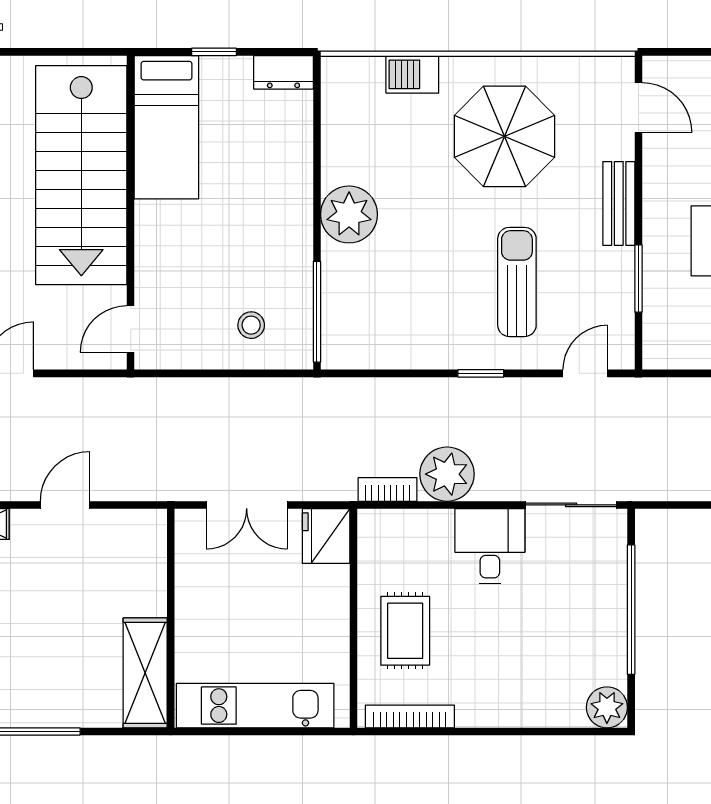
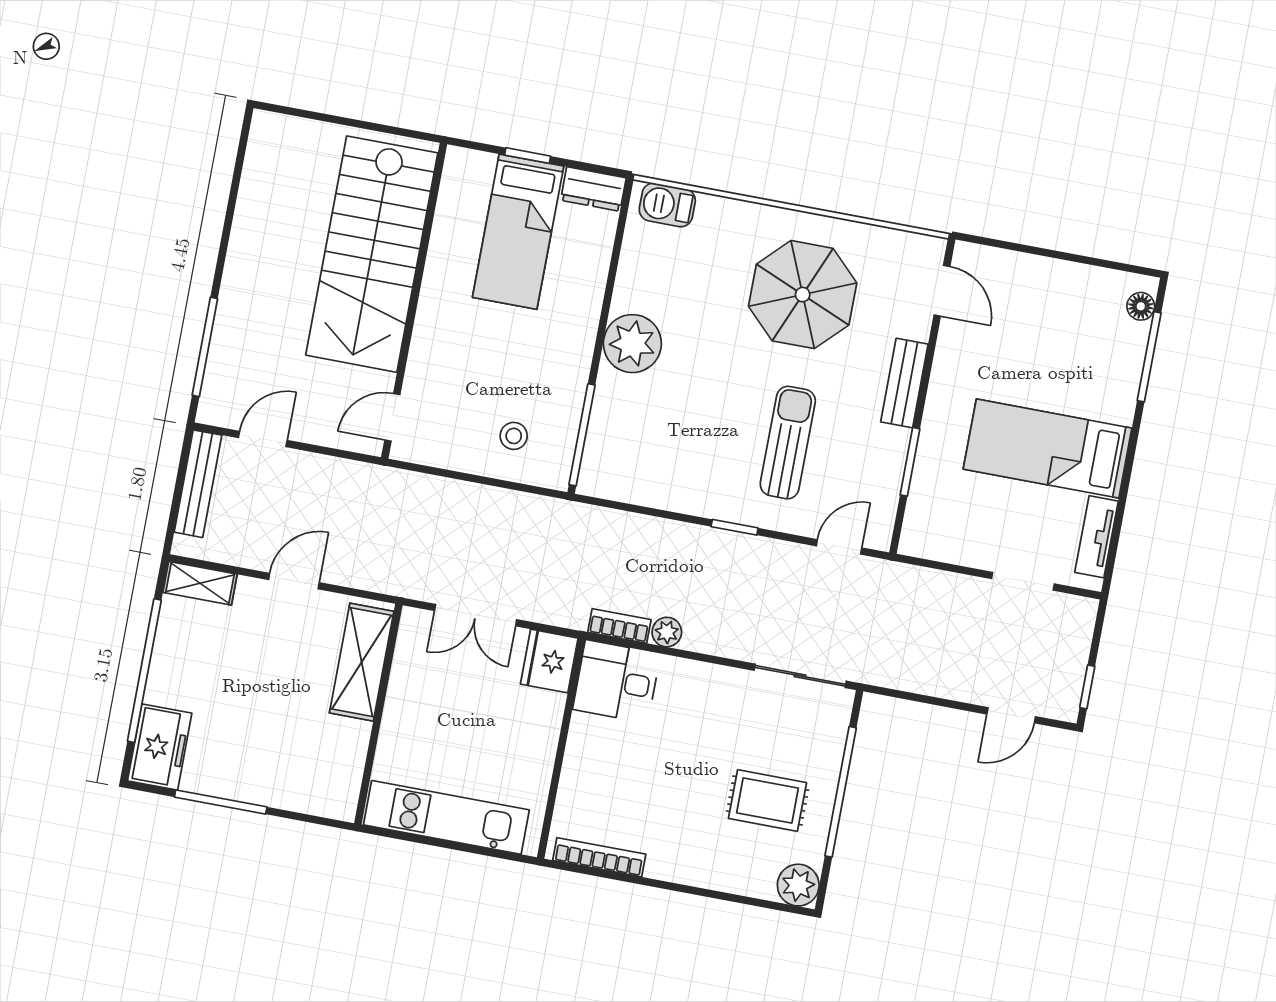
barbecue: (412, 74) -> (667, 205), moved
bed: (166, 127) -> (518, 232), moved
plant: (447, 474) -> (667, 632), width x0.53, depth x0.53
desk: (490, 546) -> (617, 681), moved, turned -90
rug: (405, 631) -> (768, 801), moved, turned 90
shelving: (145, 673) -> (362, 662), moved

